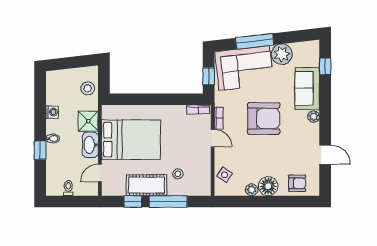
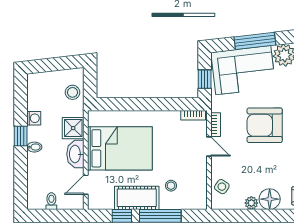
armchair: (264, 118) -> (265, 125), turned 180
window: (40, 150) -> (21, 136), moved

